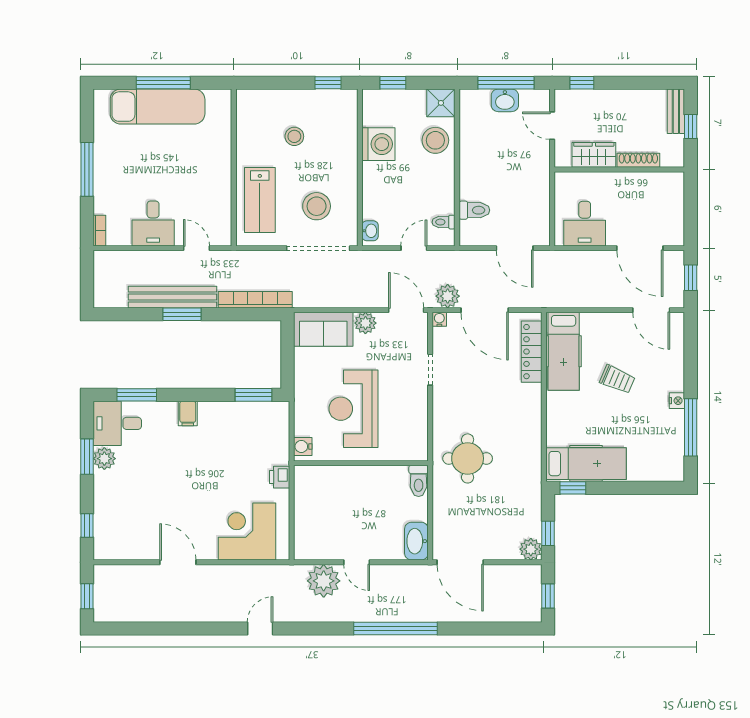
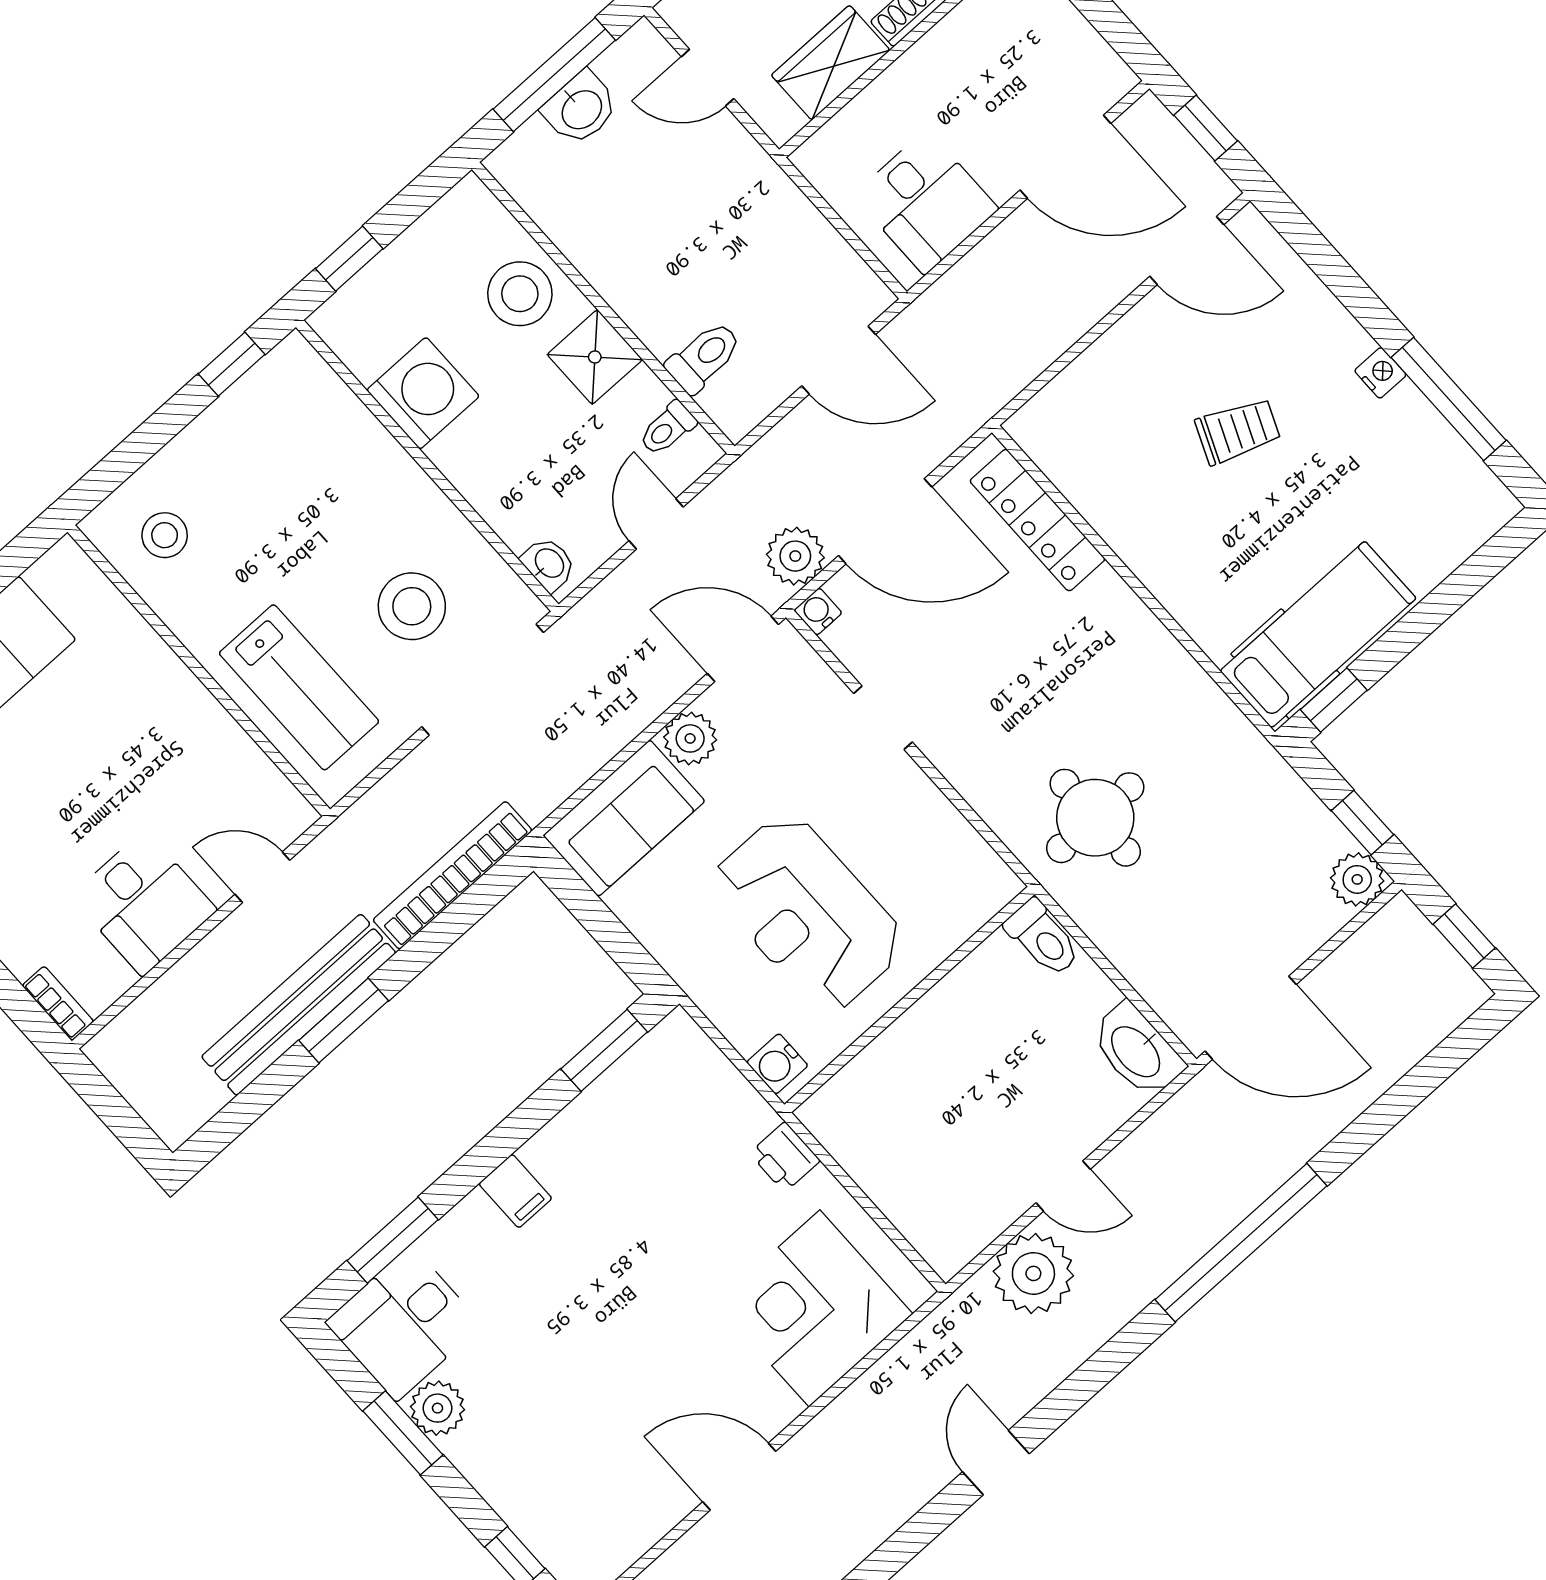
shower: (441, 103) -> (595, 357), moved
stool: (294, 136) -> (165, 535), moved
hospital bed: (564, 351) -> (1095, 468), removed

